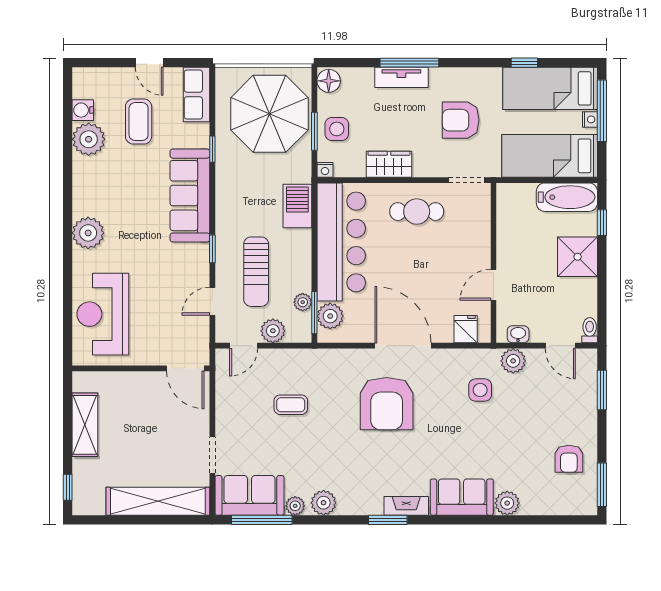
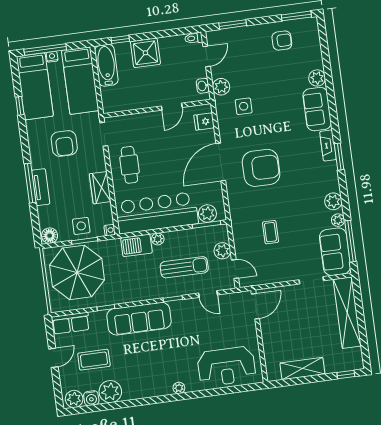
plant: (85, 85) -> (74, 399), added
plant: (88, 233) -> (179, 388), width x0.53, depth x0.53
door: (494, 285) -> (172, 107), hinge flipped
plant: (303, 302) -> (158, 239), moved

